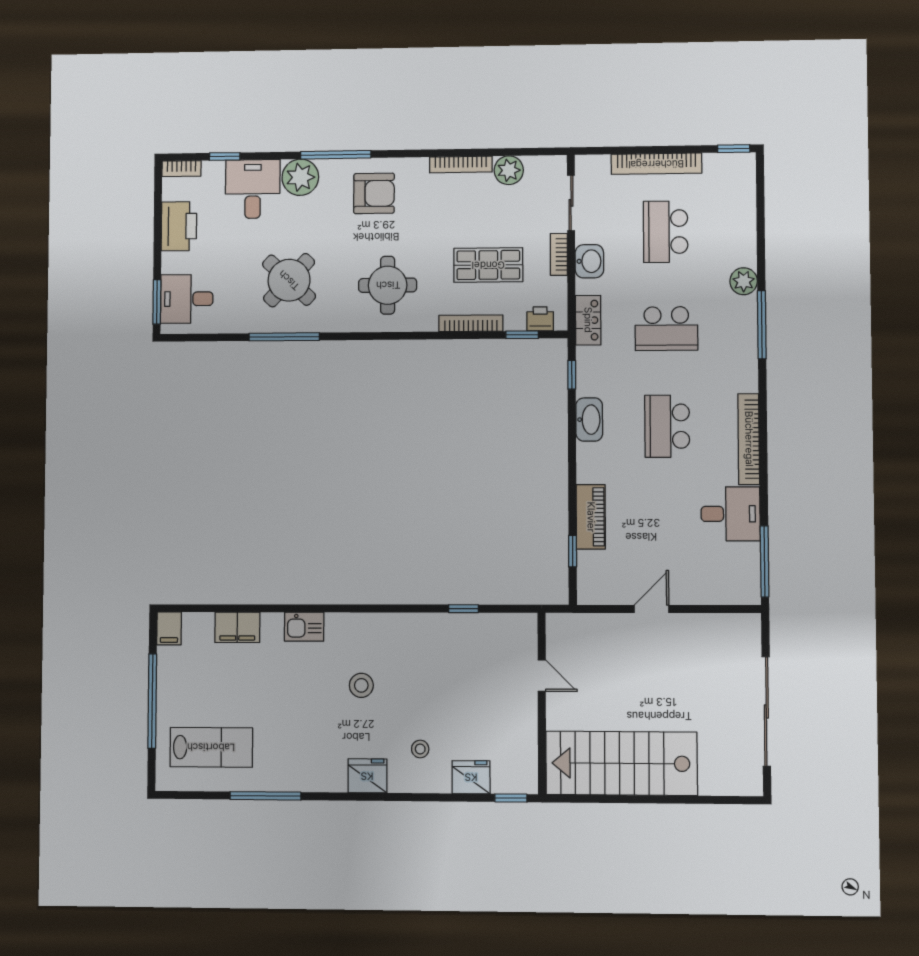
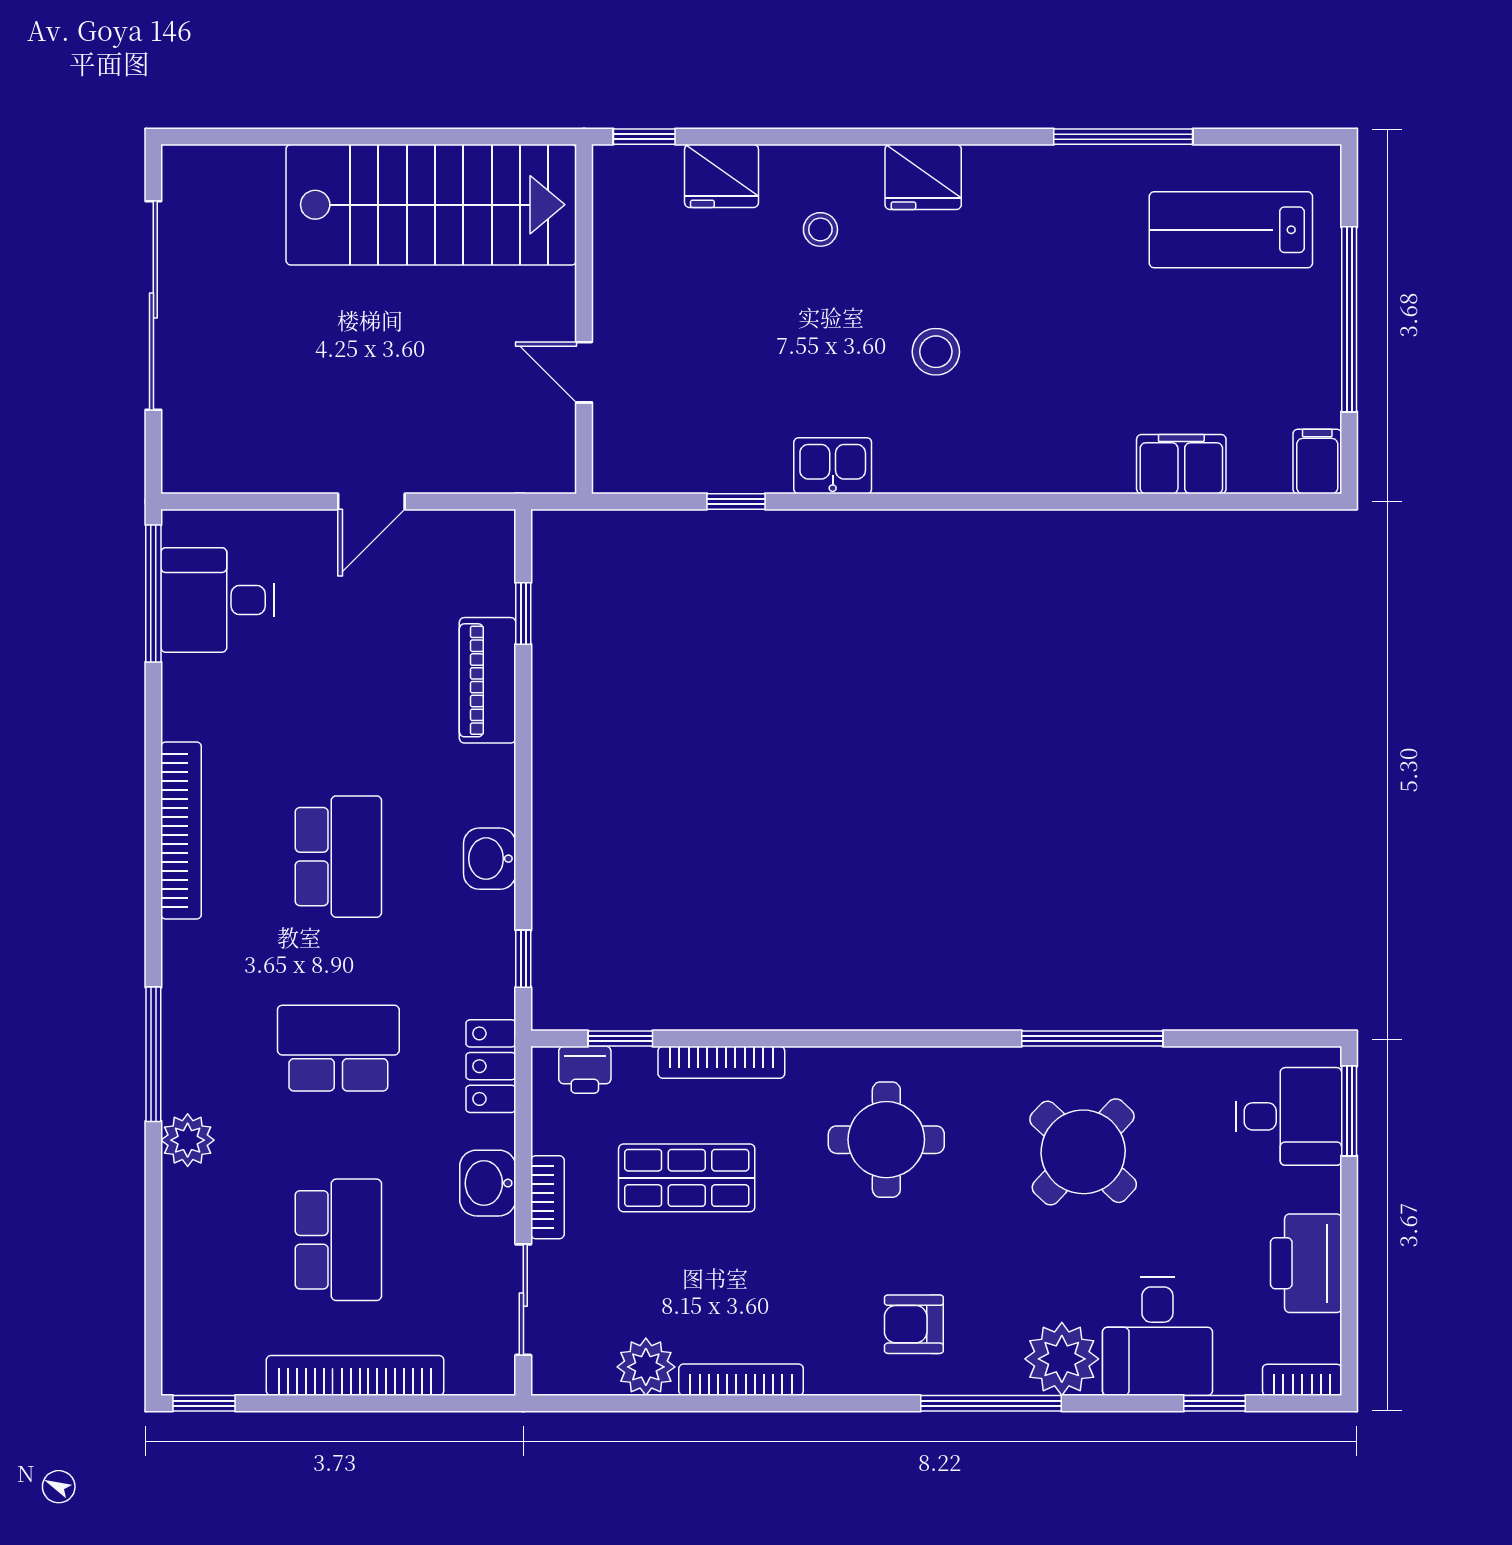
armchair: (374, 193) -> (914, 1324), width x0.72, depth x0.72
washbasin: (589, 420) -> (490, 859), width x0.72
desk: (731, 514) -> (218, 600), moved
kitchen sink: (304, 627) -> (833, 466), moved

